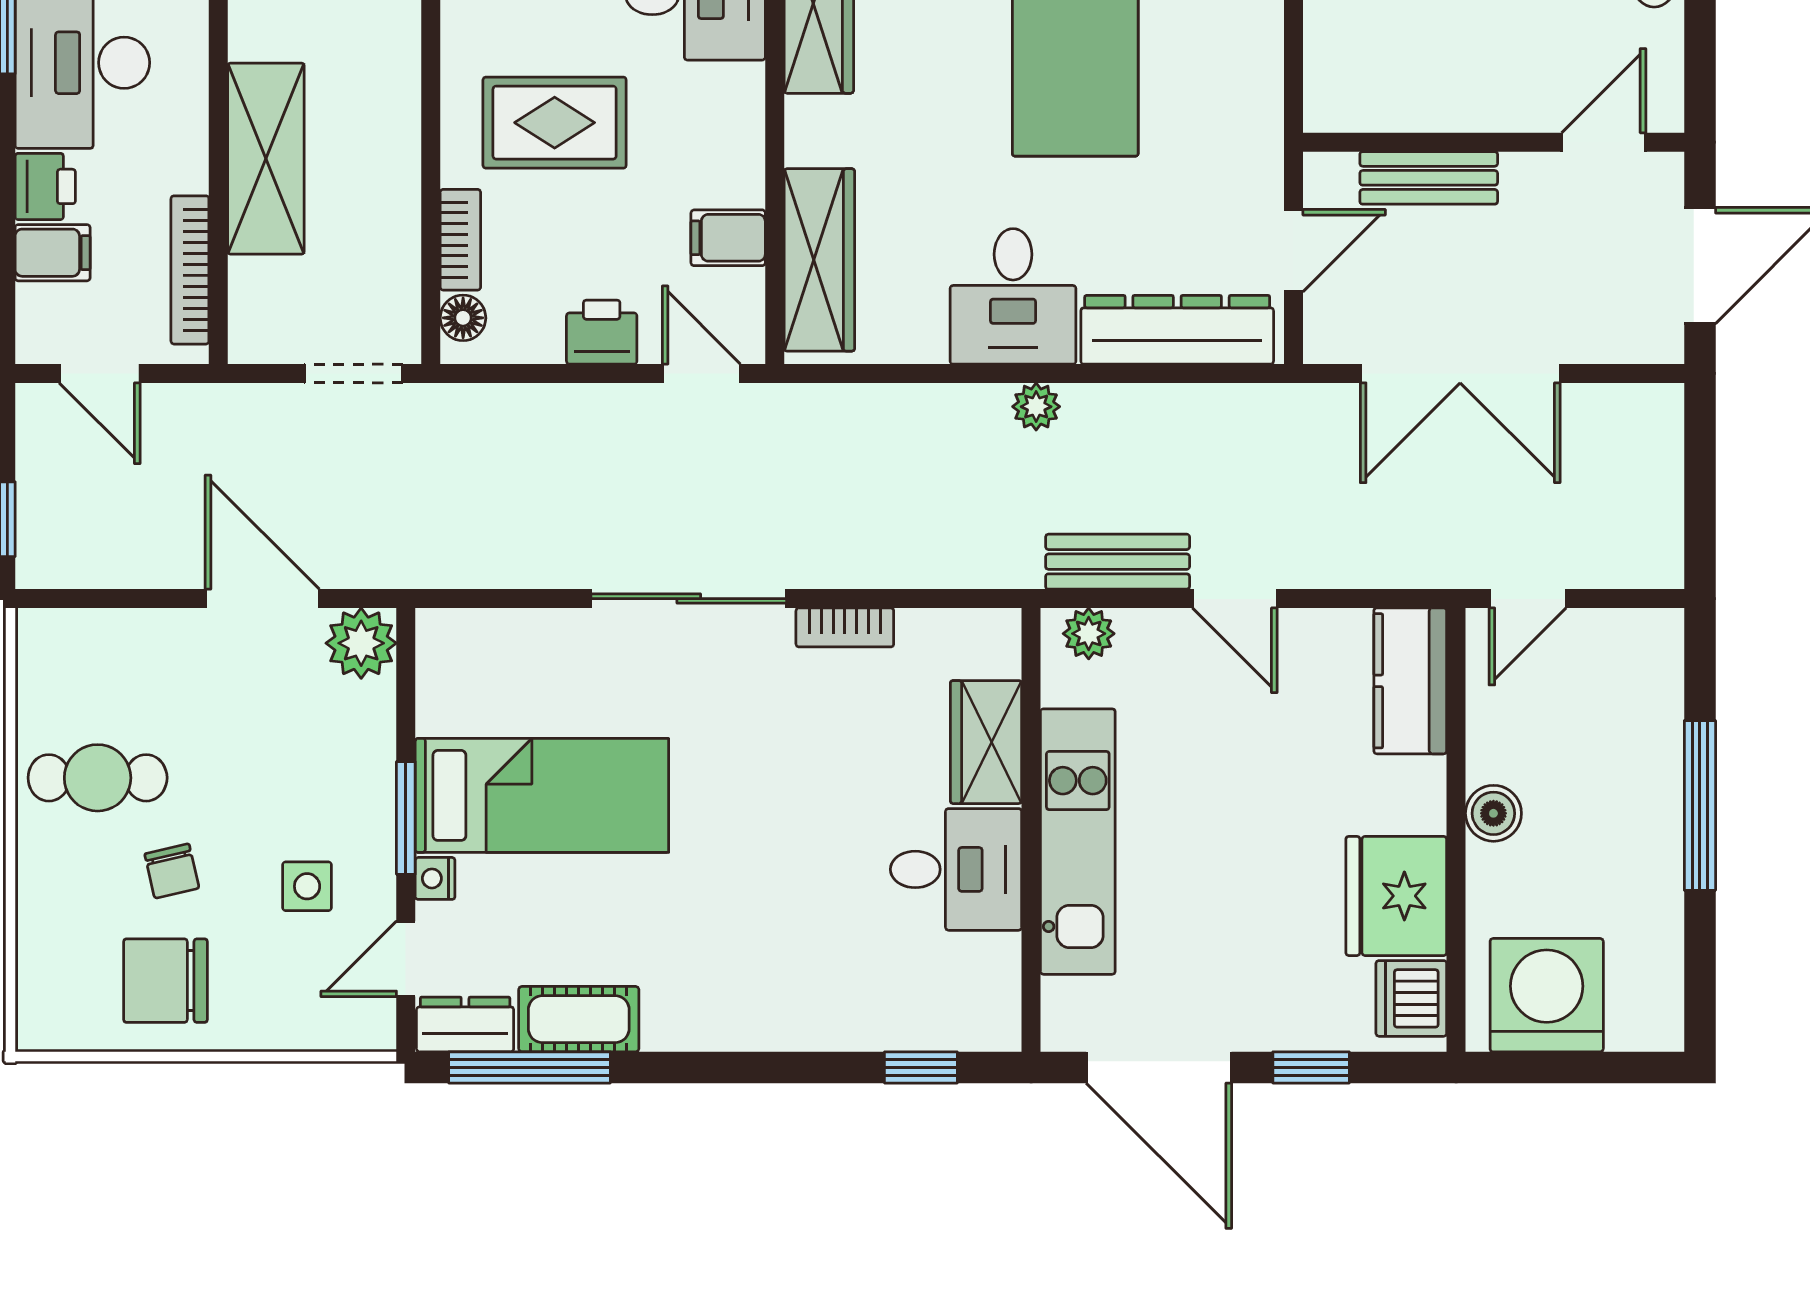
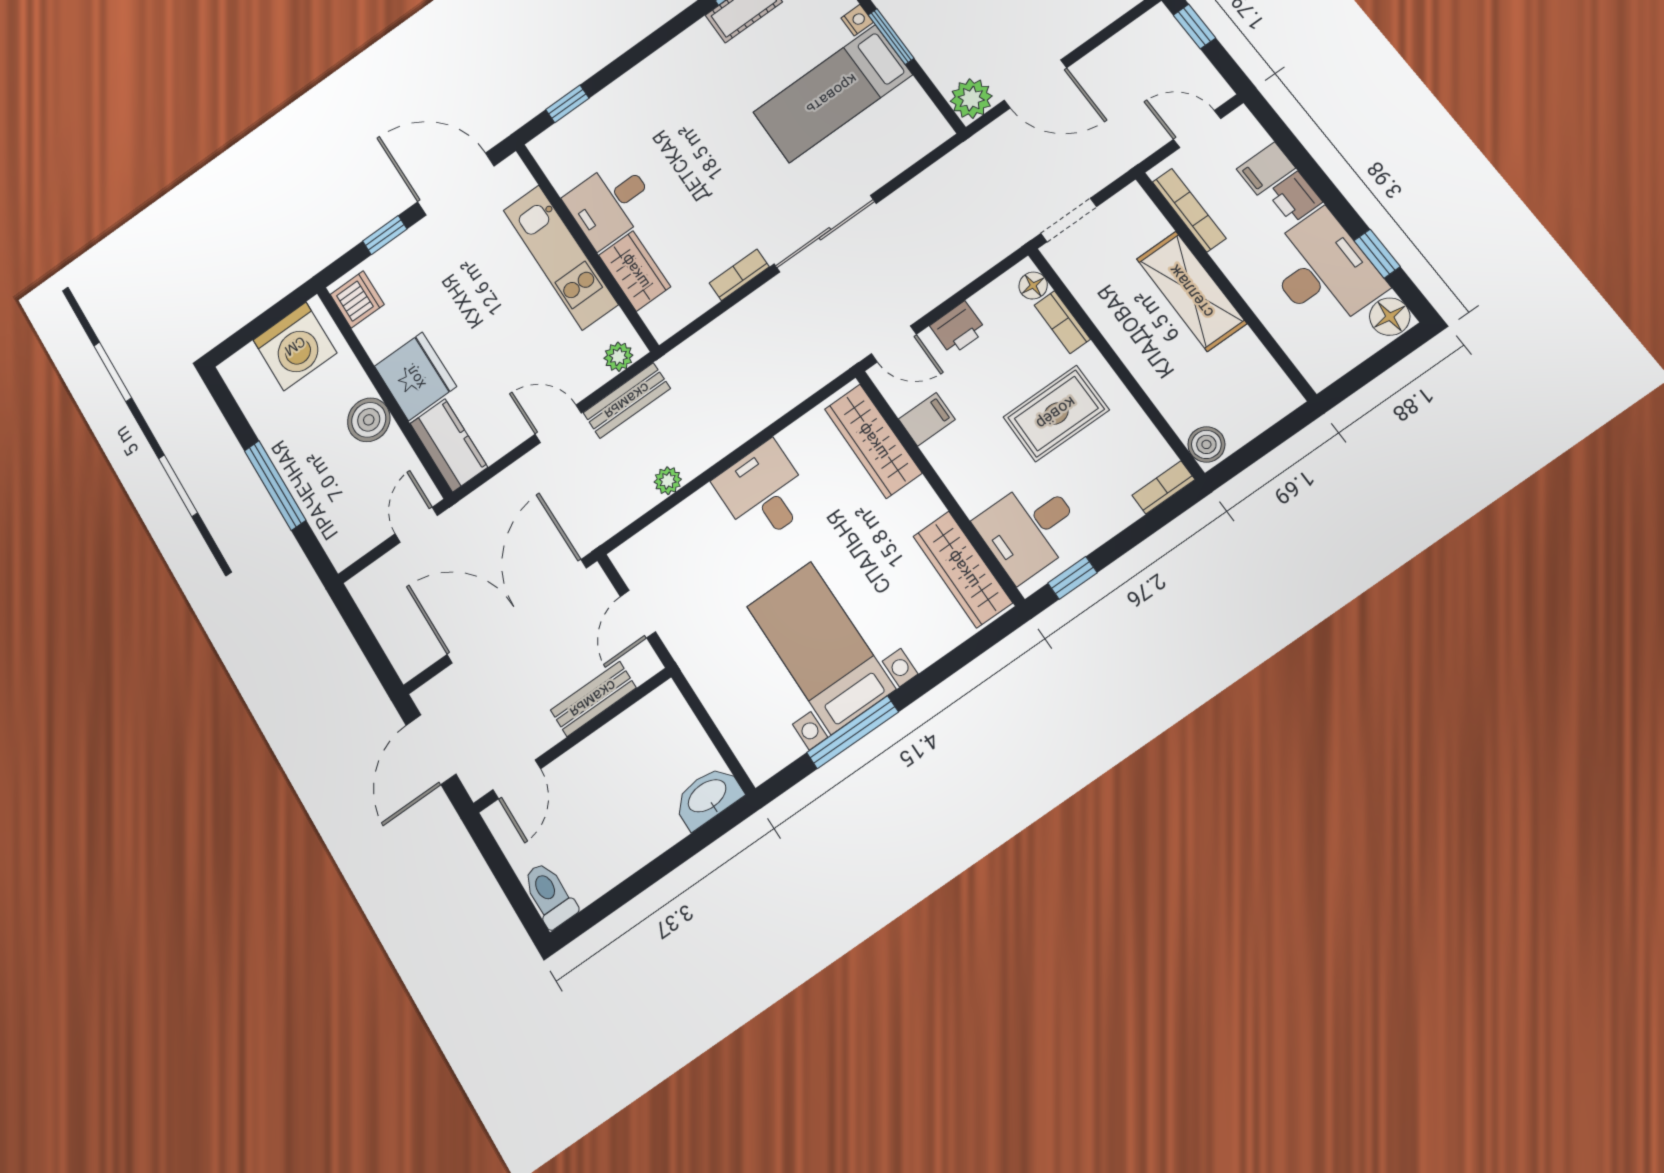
dresser: (1177, 330) -> (671, 534), removed
double door: (1460, 373) -> (517, 611), width x1.36
plant: (1036, 407) -> (668, 481), moved
boiler: (1493, 813) -> (369, 420), width x1.36, depth x1.36
fridge: (1396, 896) -> (415, 376), moved

